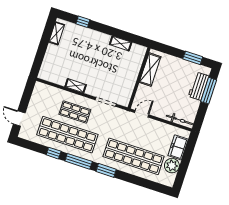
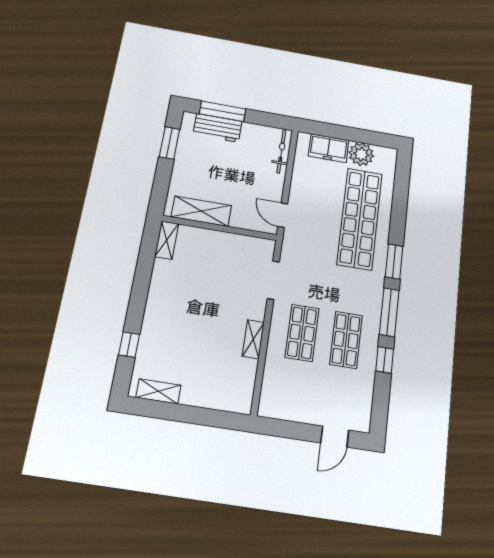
shelving: (121, 43) -> (167, 240), moved
shop shelf: (67, 135) -> (346, 340), width x0.50, depth x0.74

